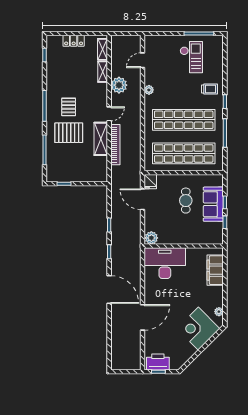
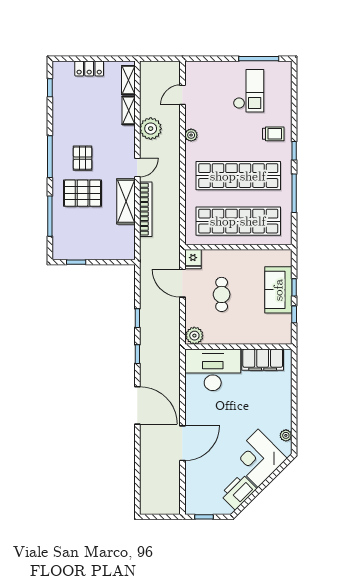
cafe table: (186, 201) -> (222, 294), moved
filing cabinet: (215, 270) -> (263, 360), moved, turned -90
printer: (158, 362) -> (239, 492), moved, turned -45

